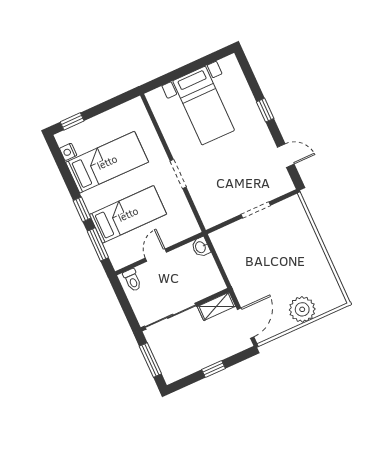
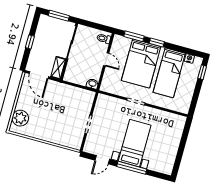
bed with nightstands: (204, 106) -> (135, 143), moved, turned 90
window: (265, 110) -> (132, 168), width x2.17
bed: (128, 214) -> (141, 63), width x1.50
plant: (302, 309) -> (20, 118), moved

